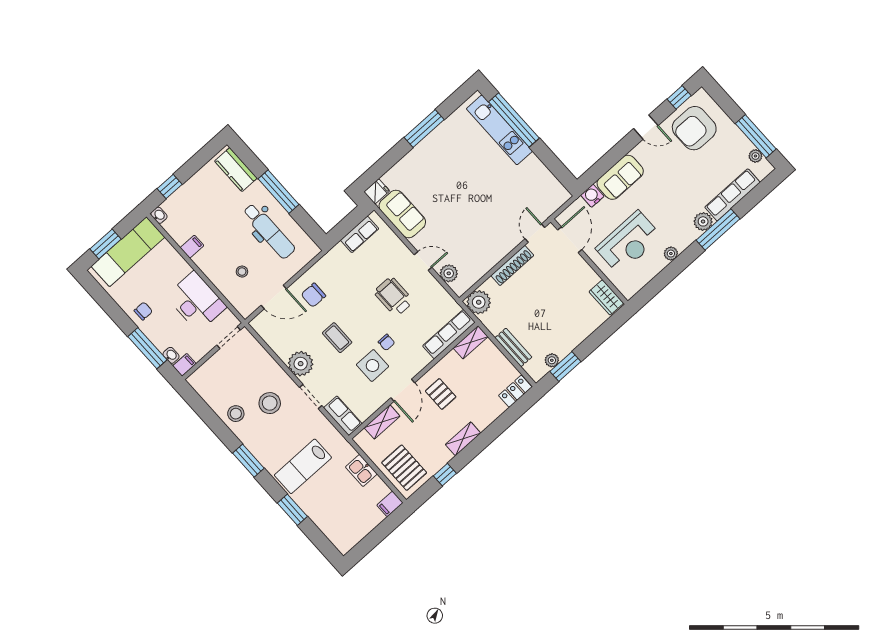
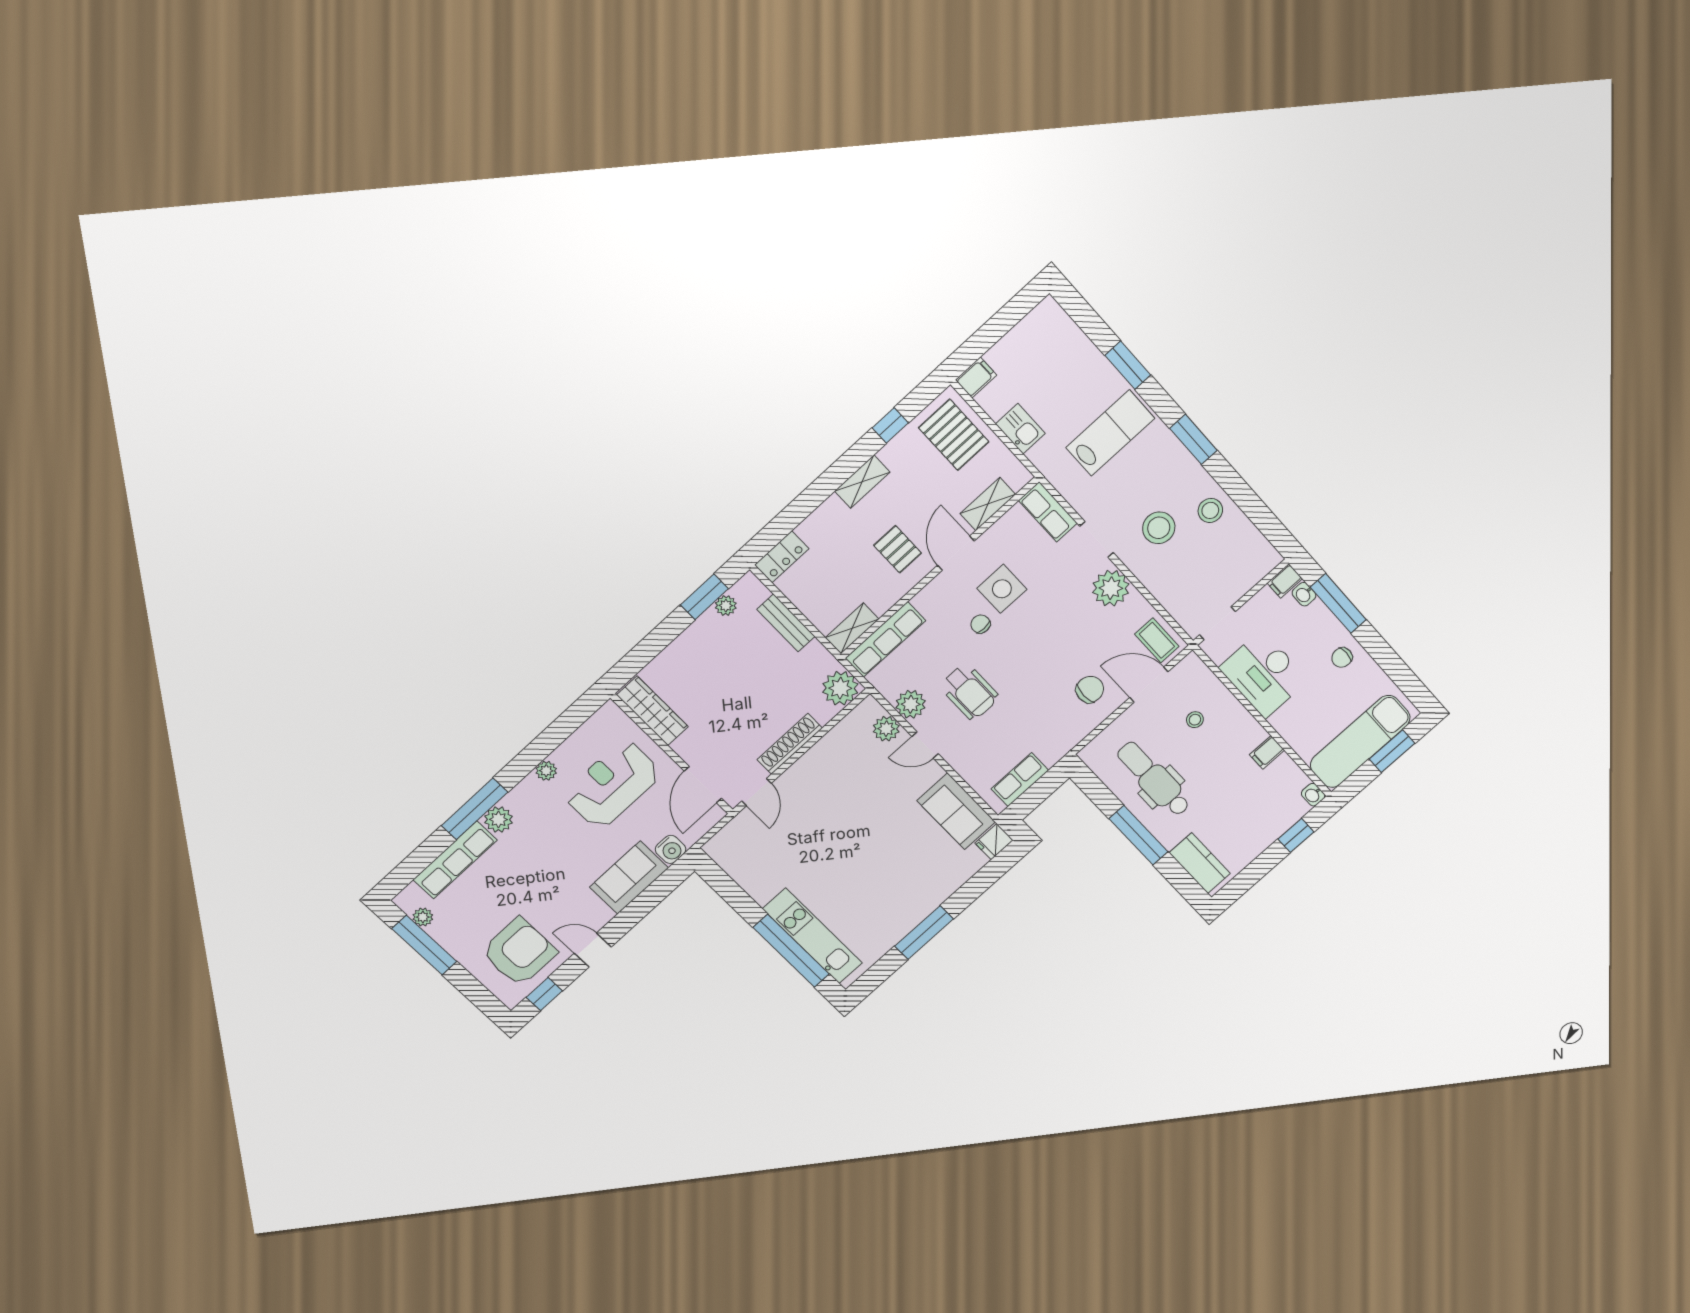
plant: (433, 290) -> (911, 704), added
wardrobe: (606, 297) -> (652, 711), width x1.50
coffee table: (337, 338) -> (1157, 640), moved

